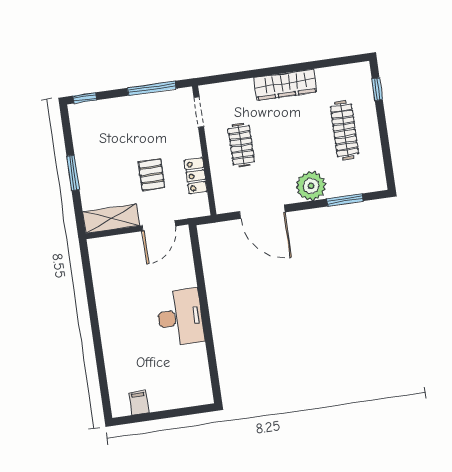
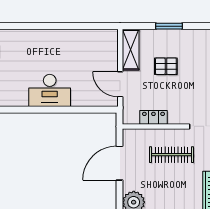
clothes rail: (241, 145) -> (171, 155), width x1.36
pallet: (152, 175) -> (166, 66), moved

